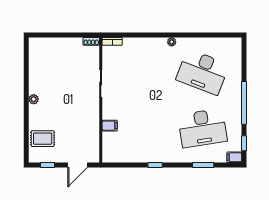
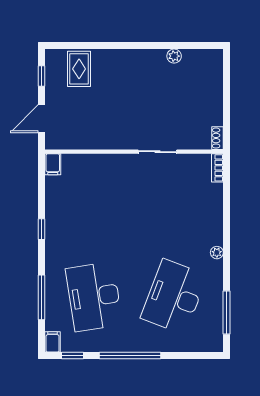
window: (214, 35) -> (226, 313), added
plant: (34, 99) -> (174, 56), moved
filing cabinet: (110, 126) -> (53, 164), moved
door: (78, 165) -> (41, 119), hinge flipped
window: (203, 165) -> (41, 297), width x1.44

